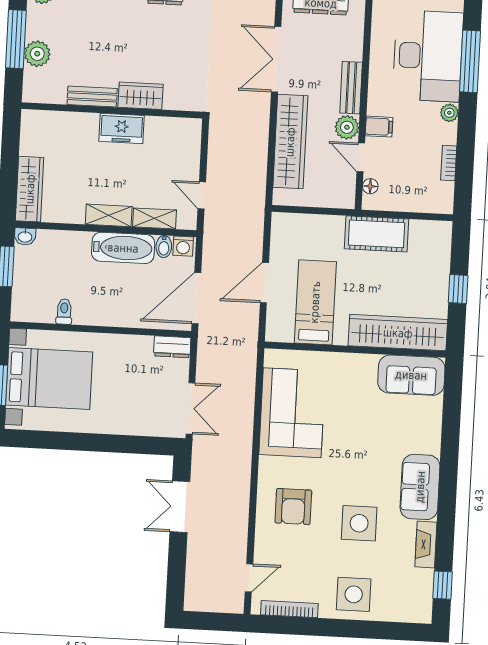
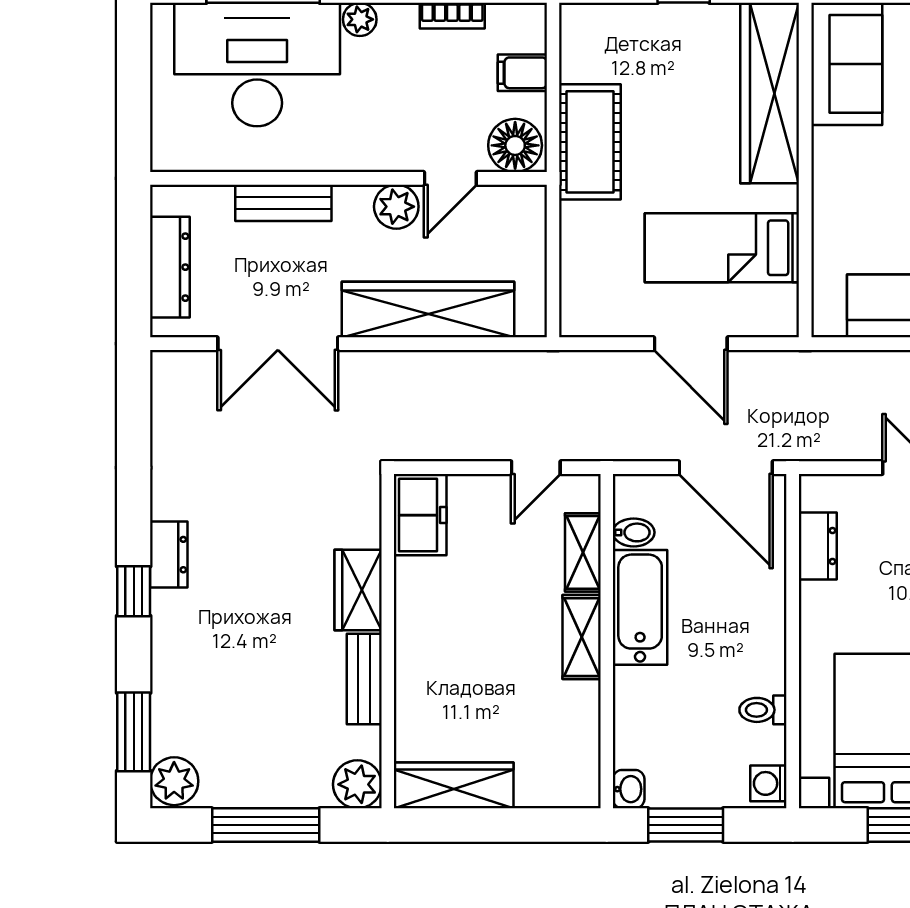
plant: (37, 54) -> (357, 784), moved
bench: (351, 88) -> (283, 203), moved
filing cabinet: (379, 127) -> (522, 73), moved, turned -90
freezer: (122, 128) -> (420, 515), moved
floor lamp: (370, 186) -> (515, 145), width x1.89, depth x1.89
wardrobe: (30, 189) -> (454, 785), moved
washing machine: (183, 246) -> (768, 783), moved, turned 180
dresser: (172, 347) -> (818, 546), moved

